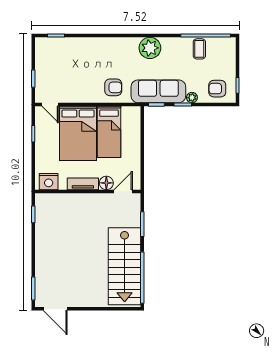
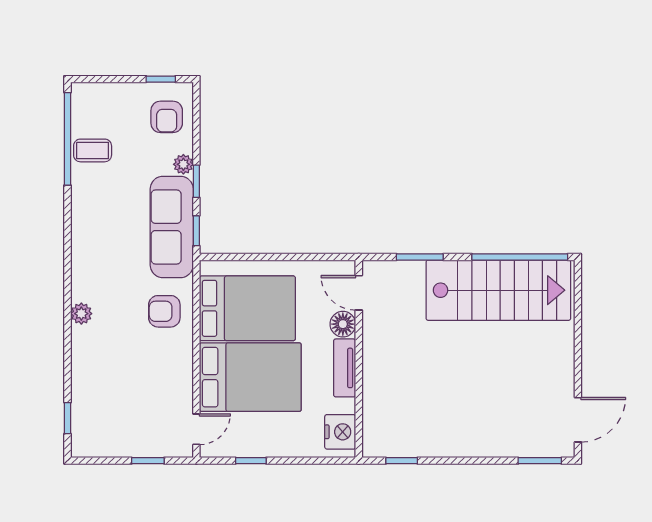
plant: (150, 48) -> (81, 314), moved, width x0.53, depth x0.53
armchair: (113, 87) -> (164, 311), turned -90
bed: (109, 132) -> (247, 308), width x1.50

